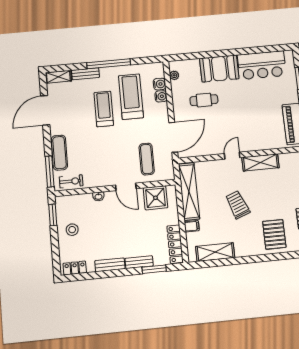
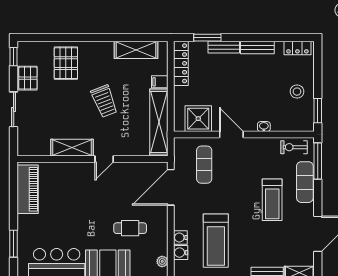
treadmill: (104, 109) -> (272, 200), moved

